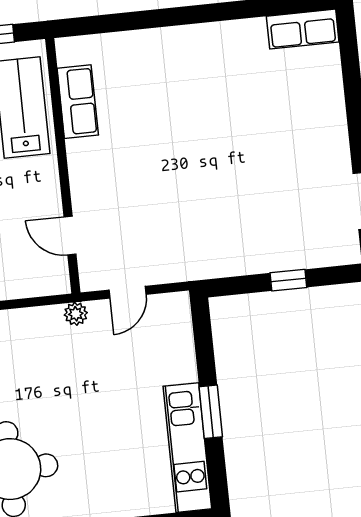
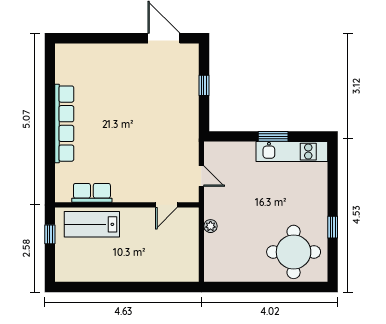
row of seats: (303, 29) -> (64, 124), moved, width x2.02
plant: (76, 314) -> (211, 226), moved

